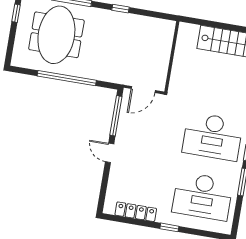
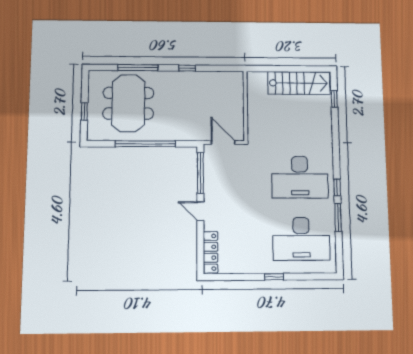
window: (16, 13) -> (84, 111), moved
door: (143, 90) -> (223, 142), swing flipped
locker: (136, 212) -> (211, 252), moved, turned 90

